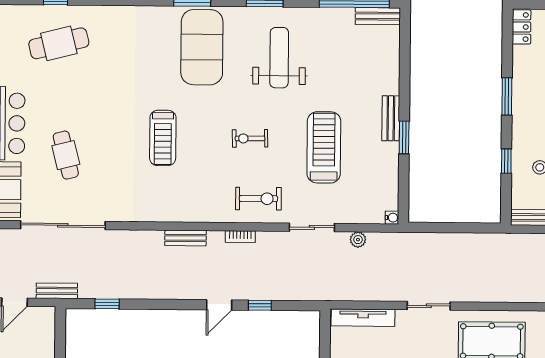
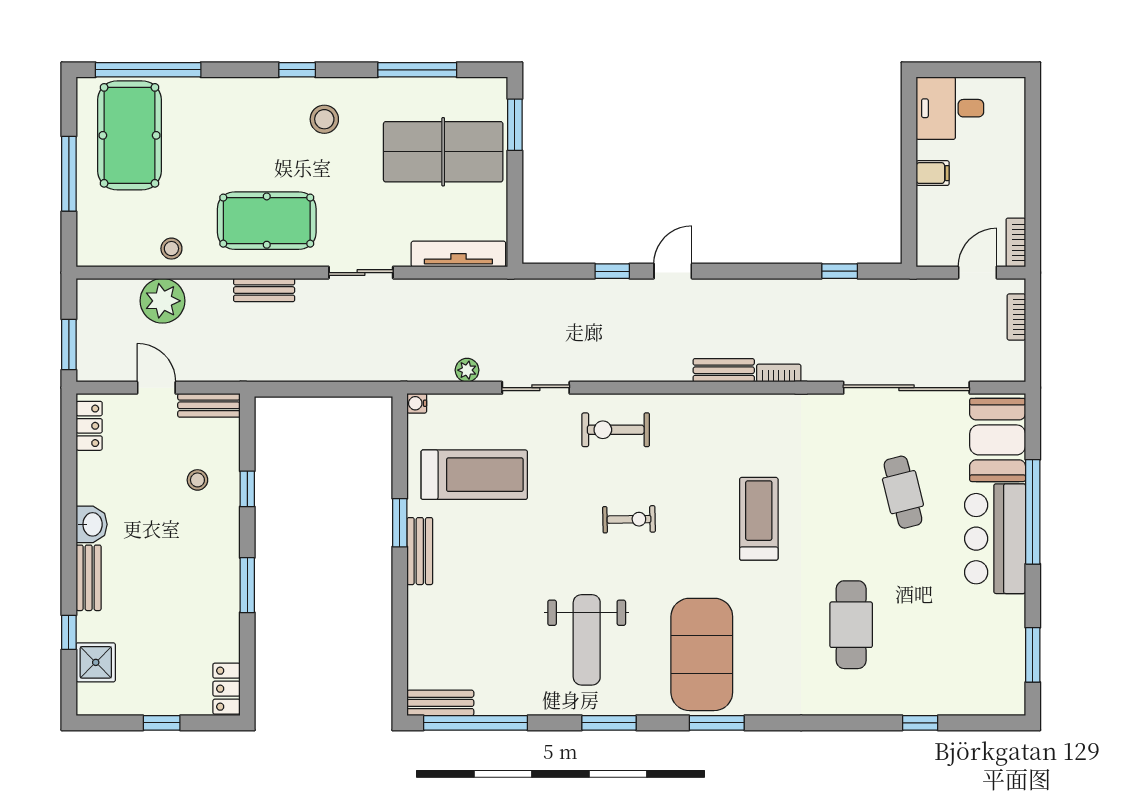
cafe table: (59, 43) -> (851, 625), moved, turned -76
treadmill: (324, 147) -> (474, 475), moved, turned -90
bookcase: (240, 237) -> (779, 373), moved
bench: (57, 291) -> (264, 290), moved

